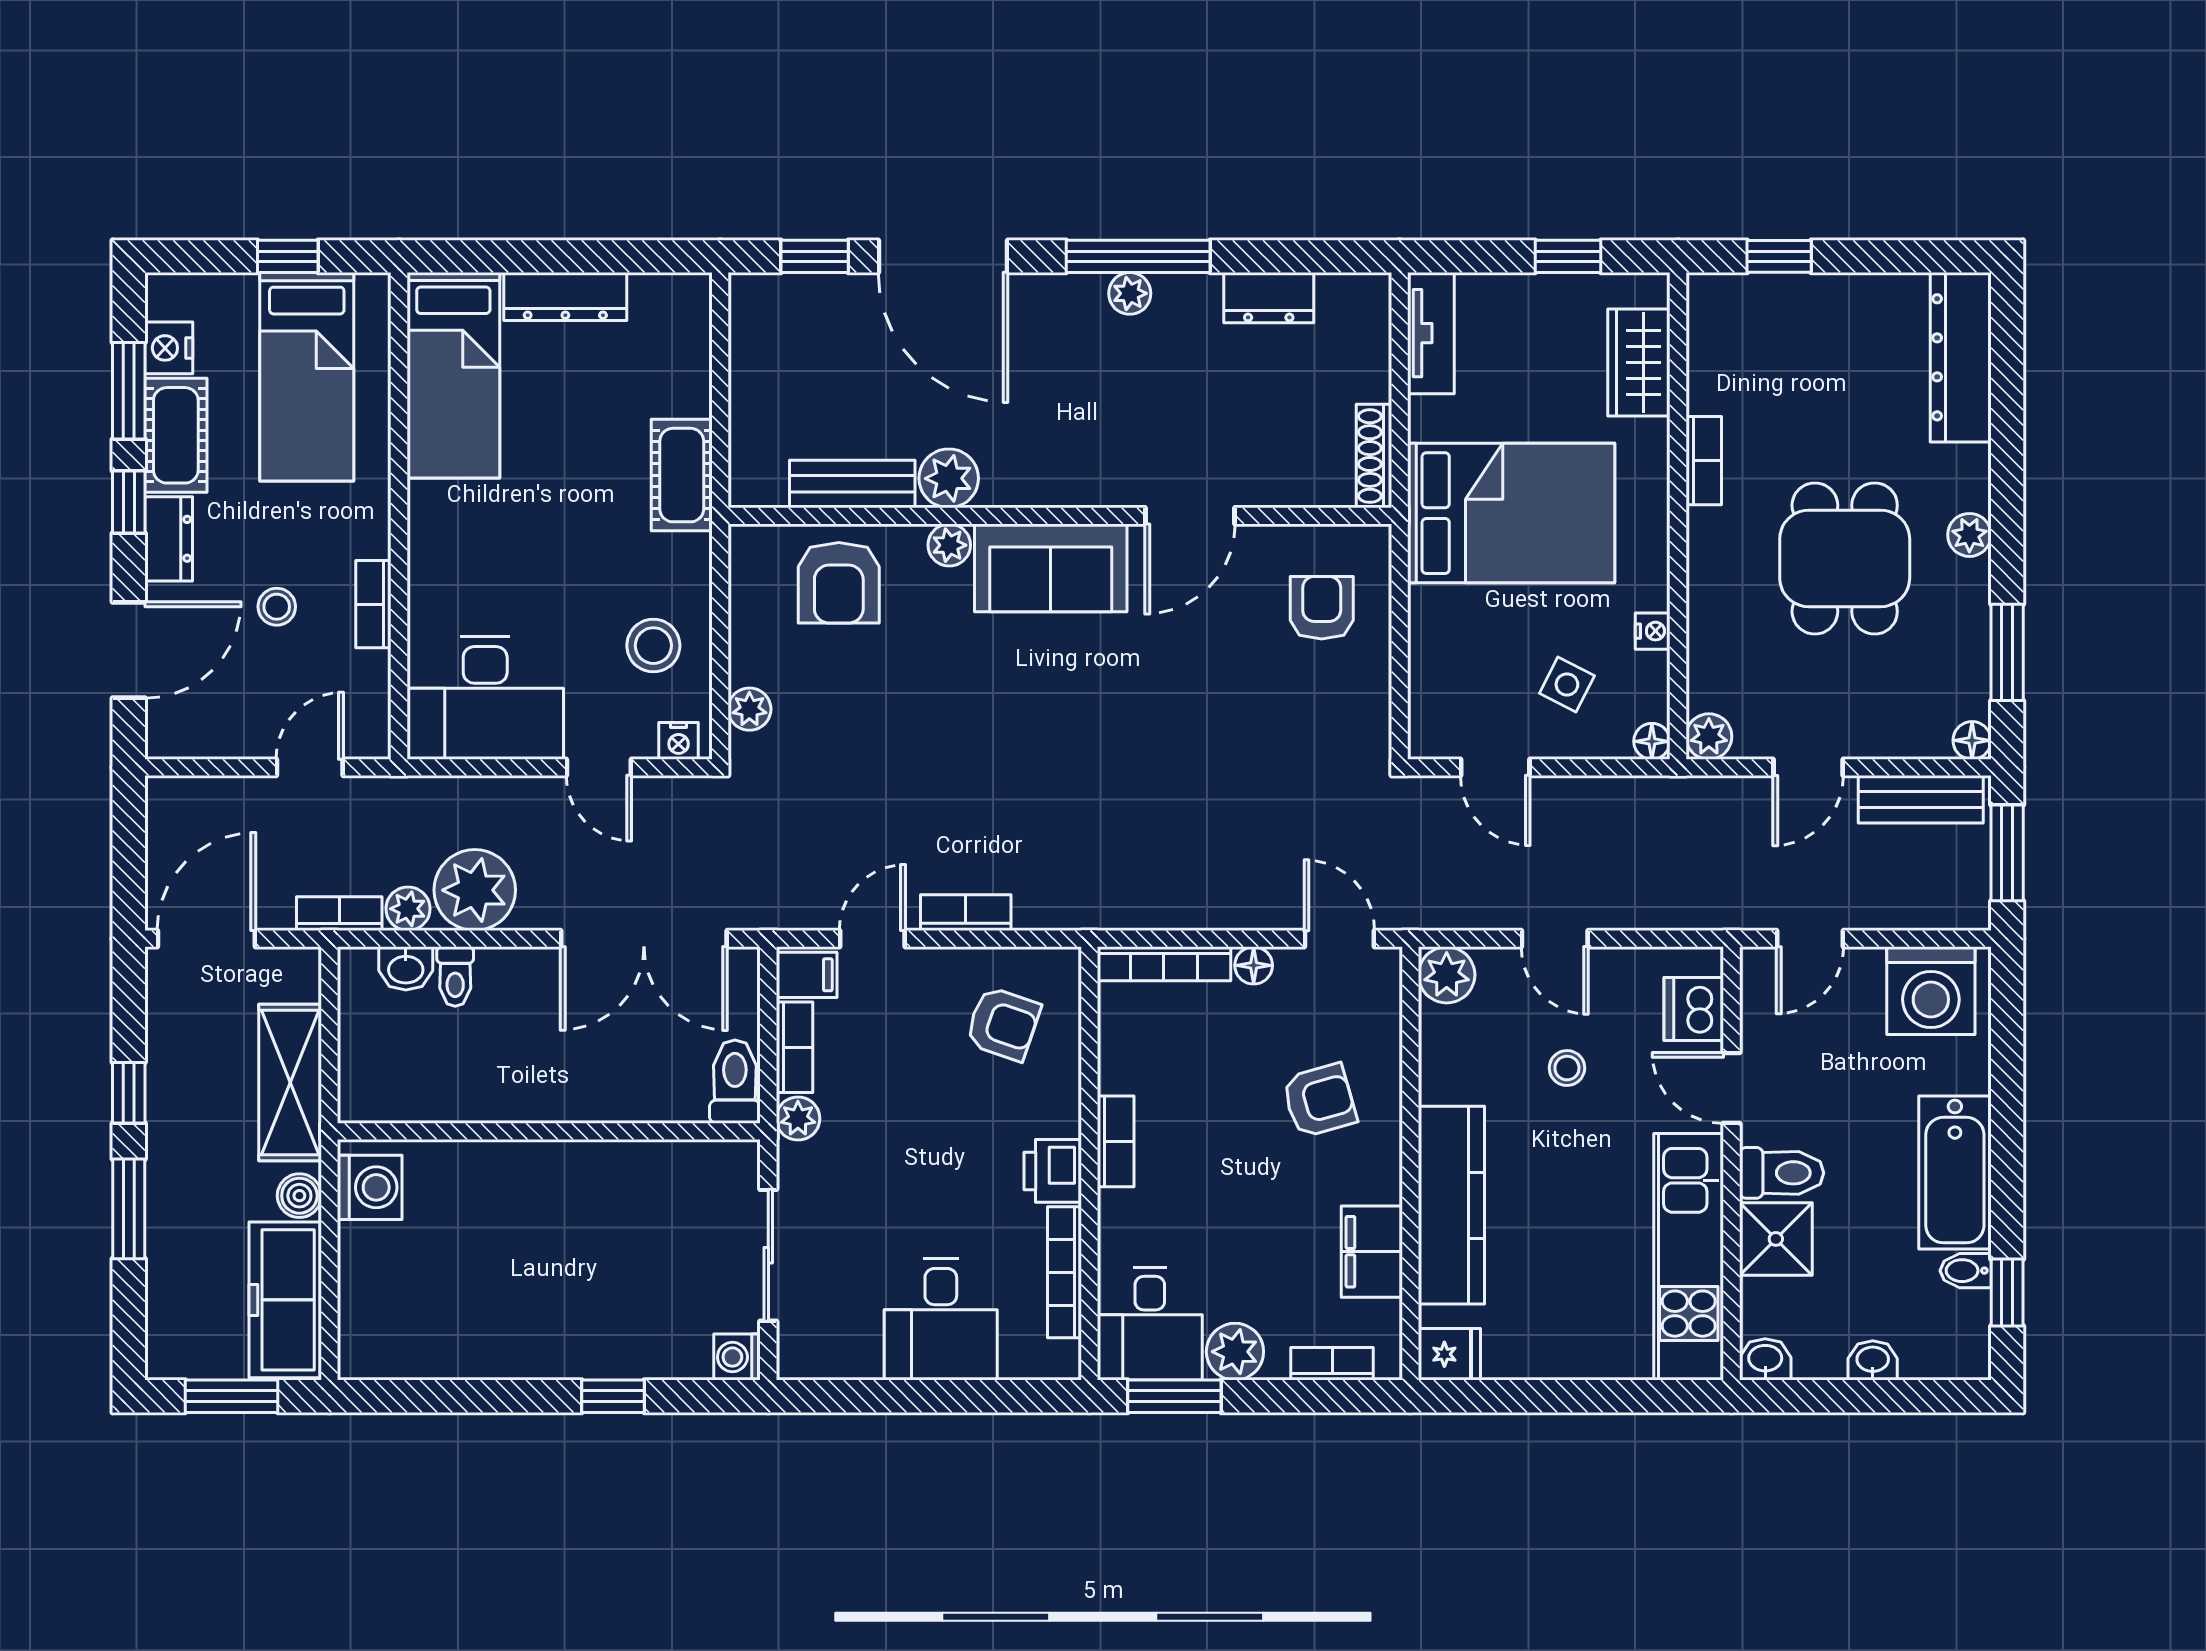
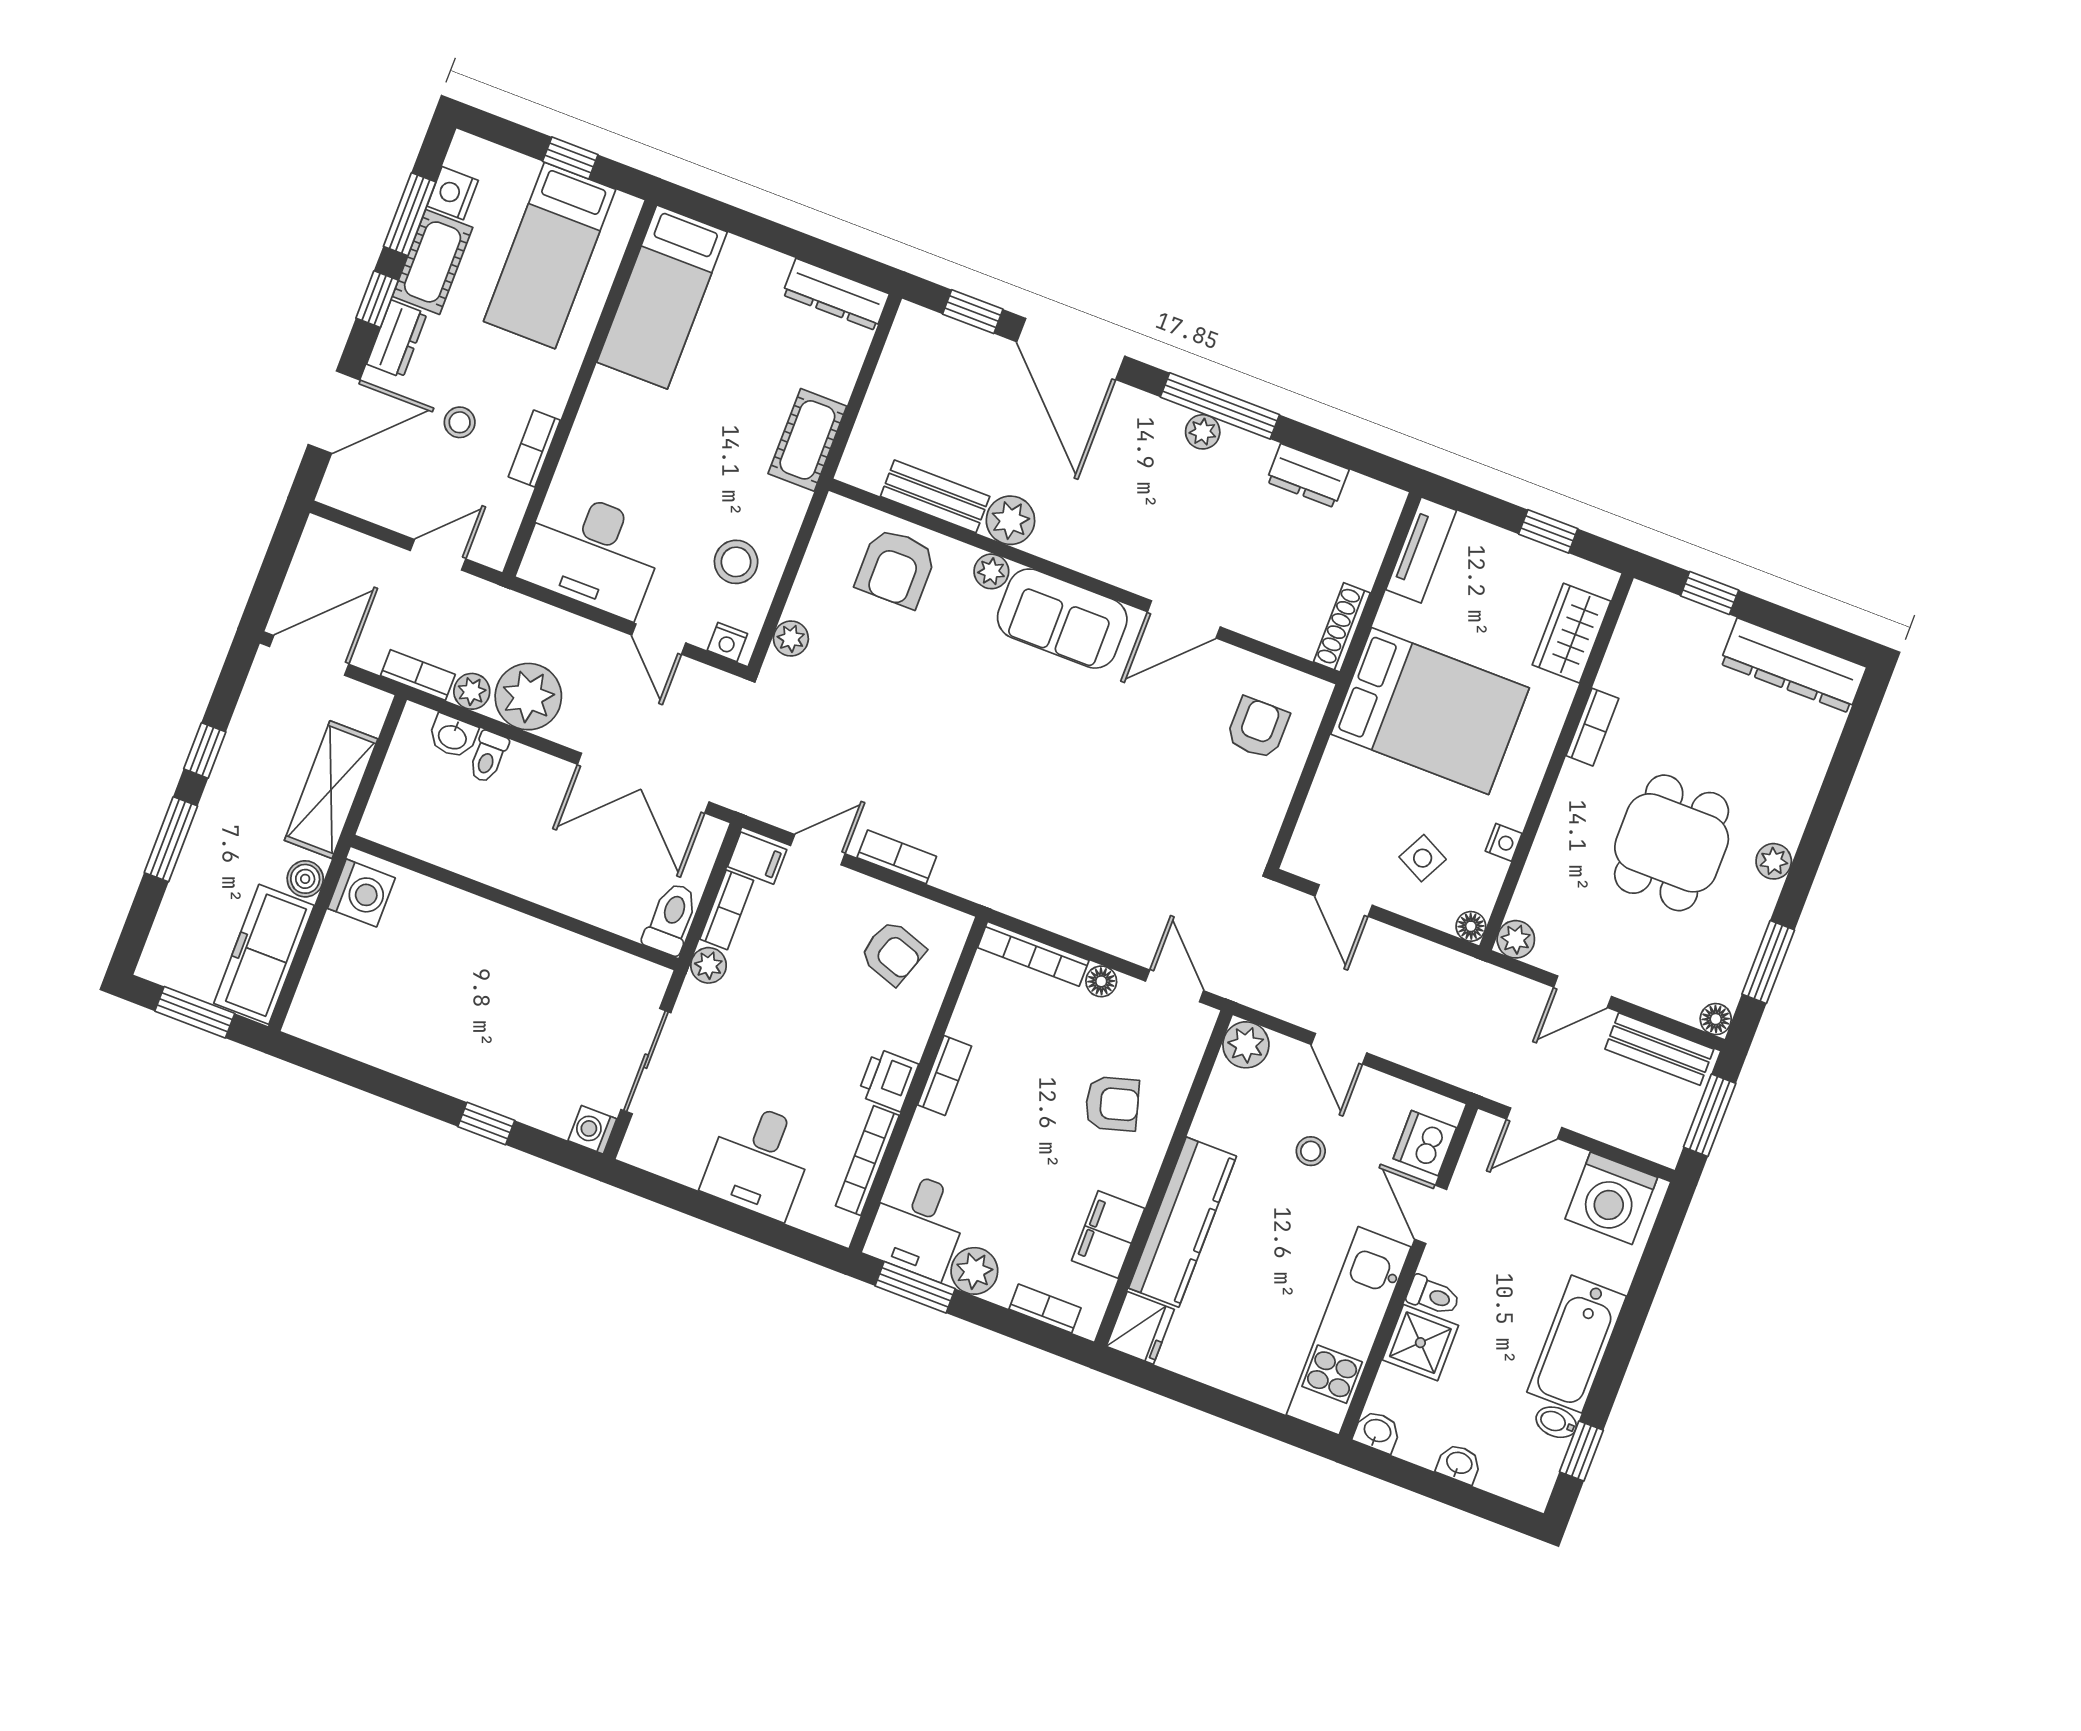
dresser: (565, 296) -> (836, 294), moved
dresser: (1961, 357) -> (1793, 665), moved, turned -90
toilet: (1782, 1173) -> (1433, 1296), width x0.73, depth x0.72
fridge: (1449, 1354) -> (1140, 1328), width x1.38

